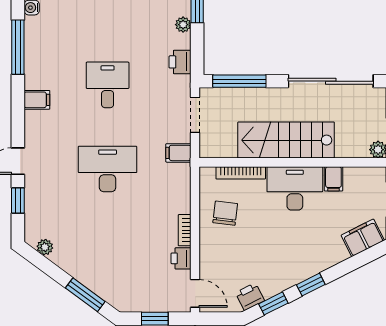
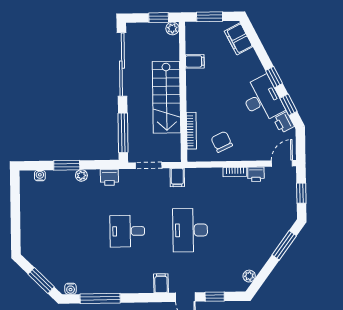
filing cabinet: (37, 100) -> (161, 283), moved
desk: (295, 188) -> (262, 99), moved, turned 153
chair: (225, 213) -> (222, 142), turned 58

